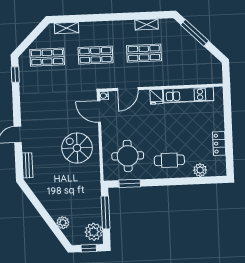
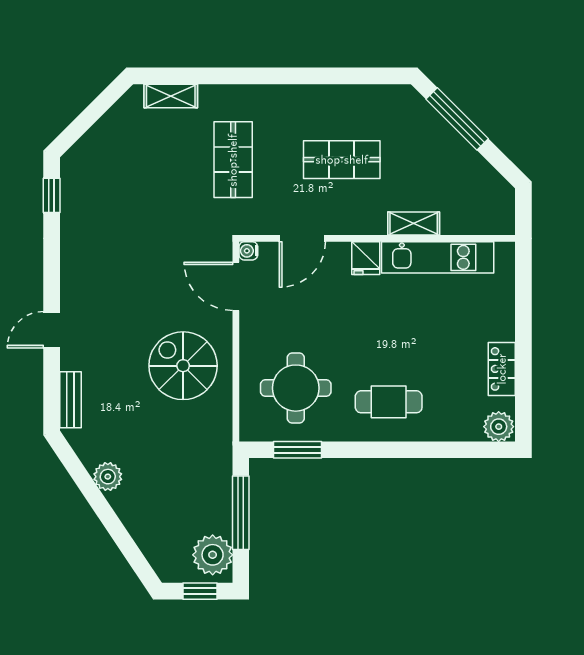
shelving: (147, 24) -> (414, 224), moved
shop shelf: (96, 55) -> (233, 160), turned 90
shop shelf: (47, 57) -> (125, 160), removed
plant: (200, 170) -> (499, 427), moved
plant: (63, 223) -> (108, 477), moved

